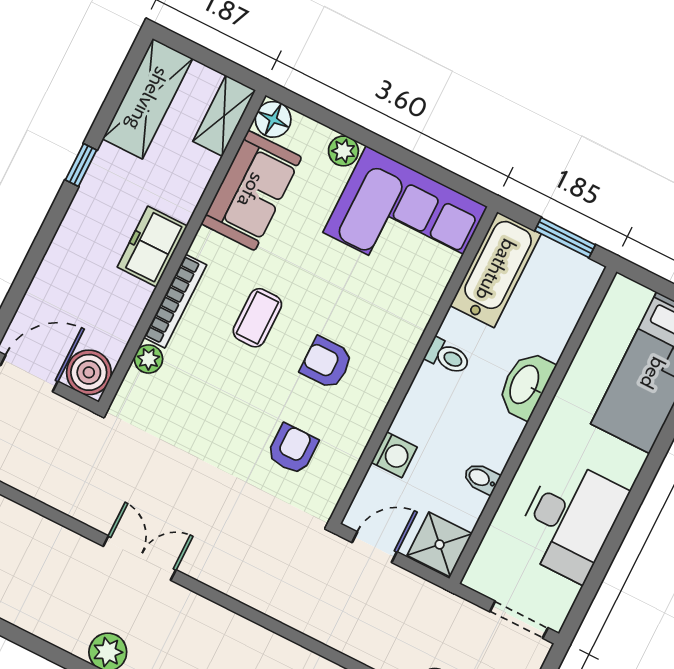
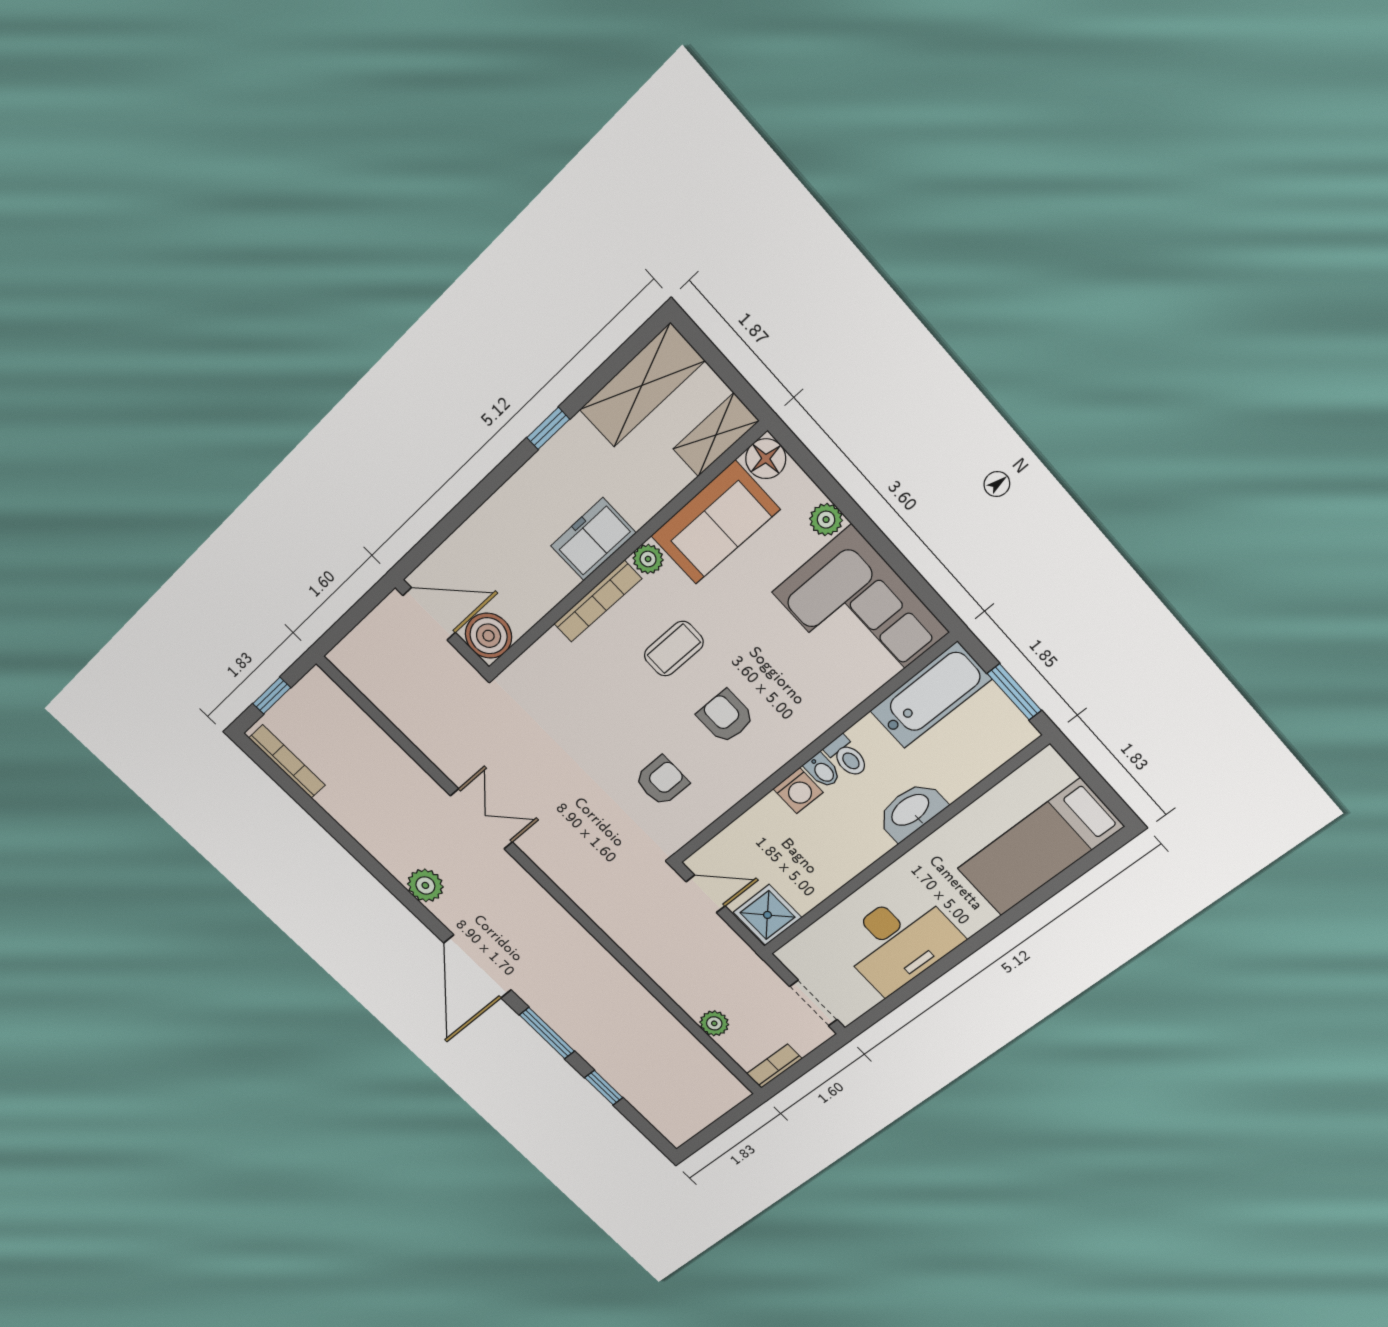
plant: (148, 359) -> (648, 559), moved
washing machine: (394, 455) -> (798, 791), moved
bidet: (481, 478) -> (822, 771), moved, turned 180

